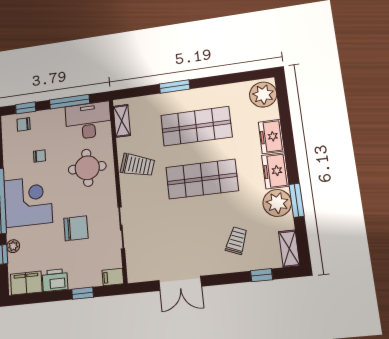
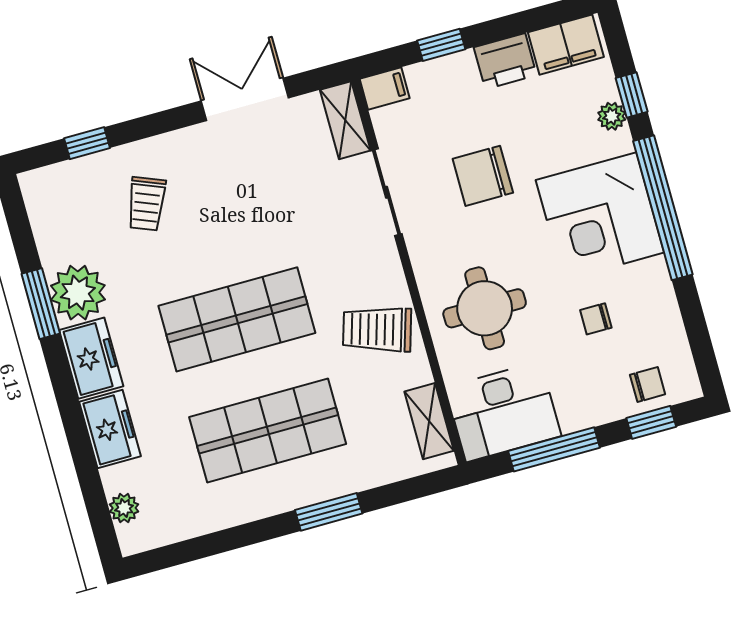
plant: (263, 95) -> (124, 508), width x0.53, depth x0.53
shelving: (289, 249) -> (345, 120), moved

